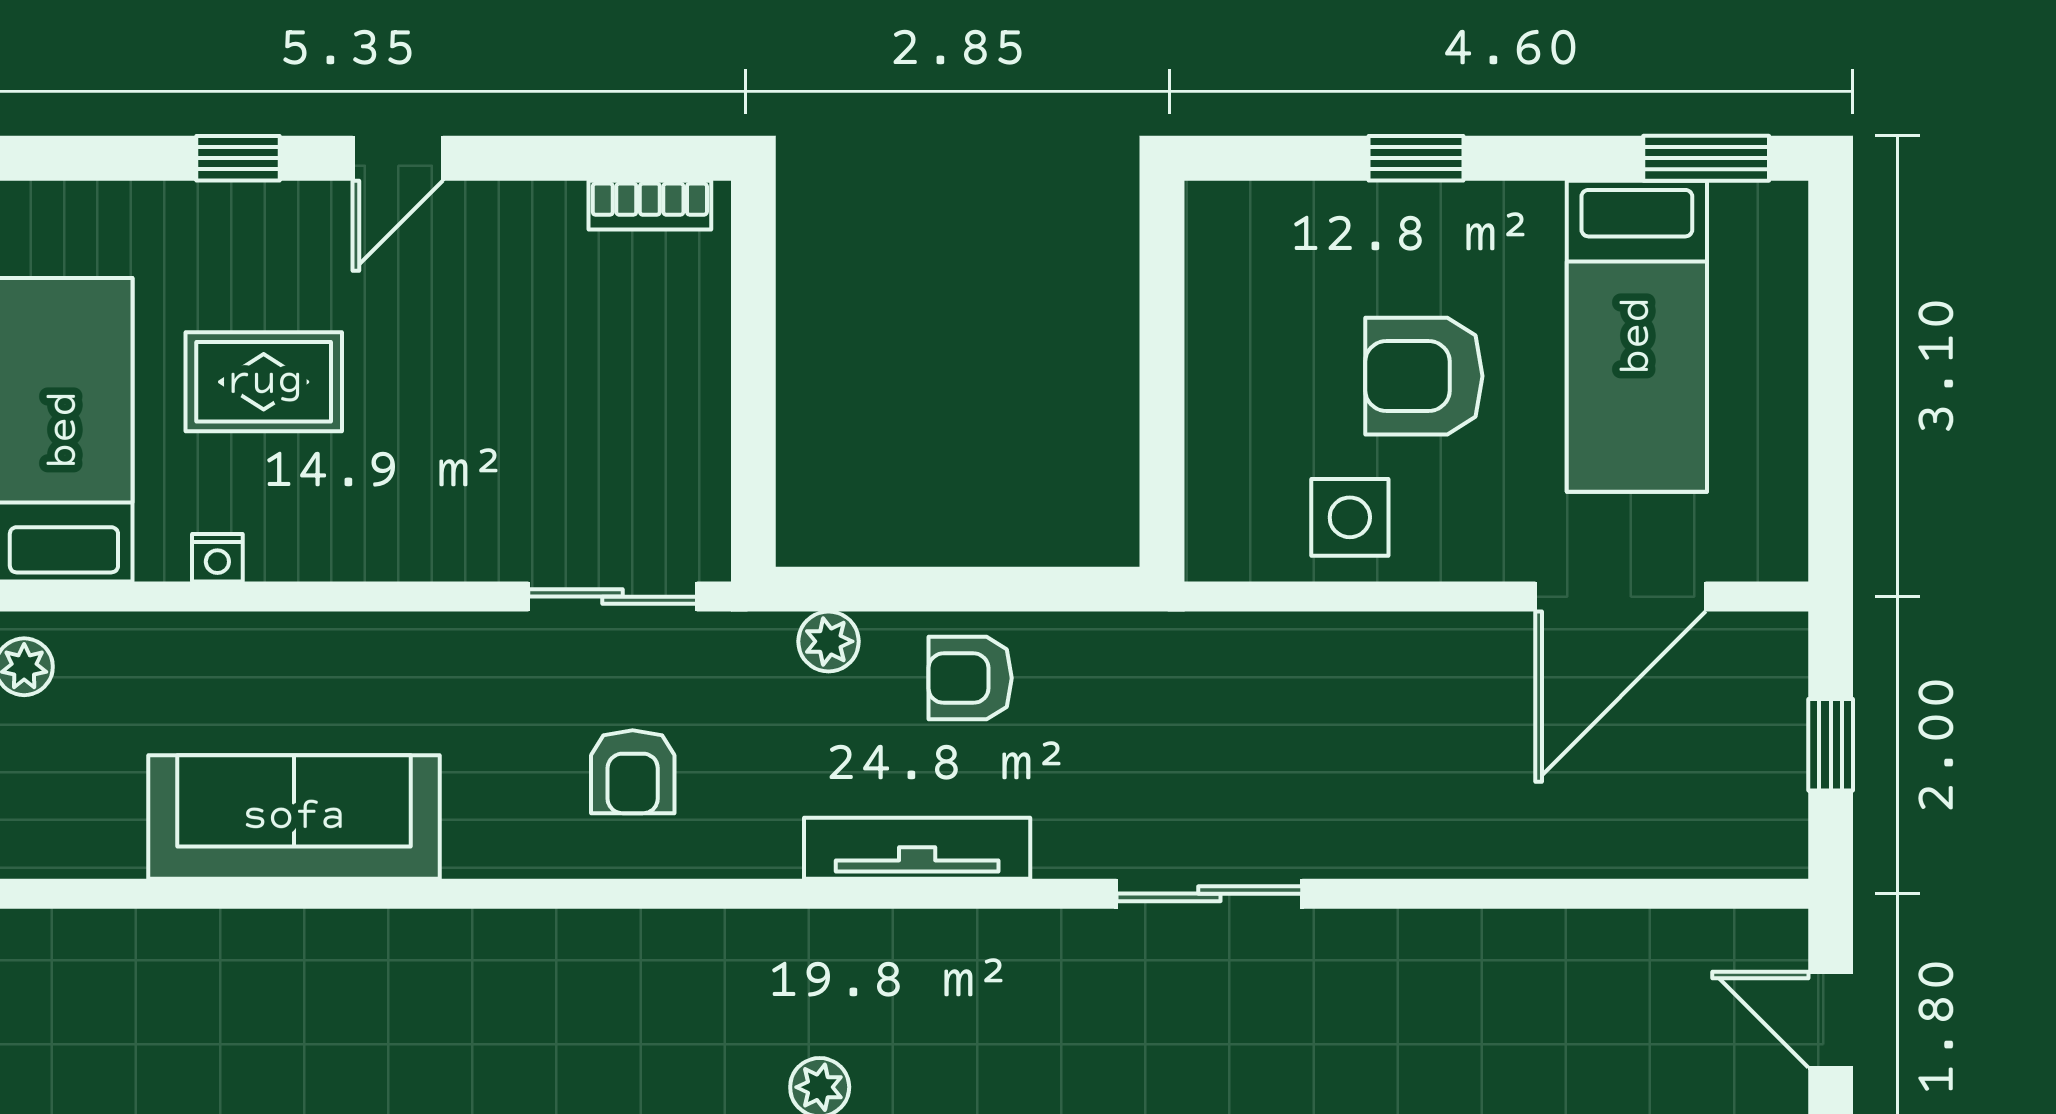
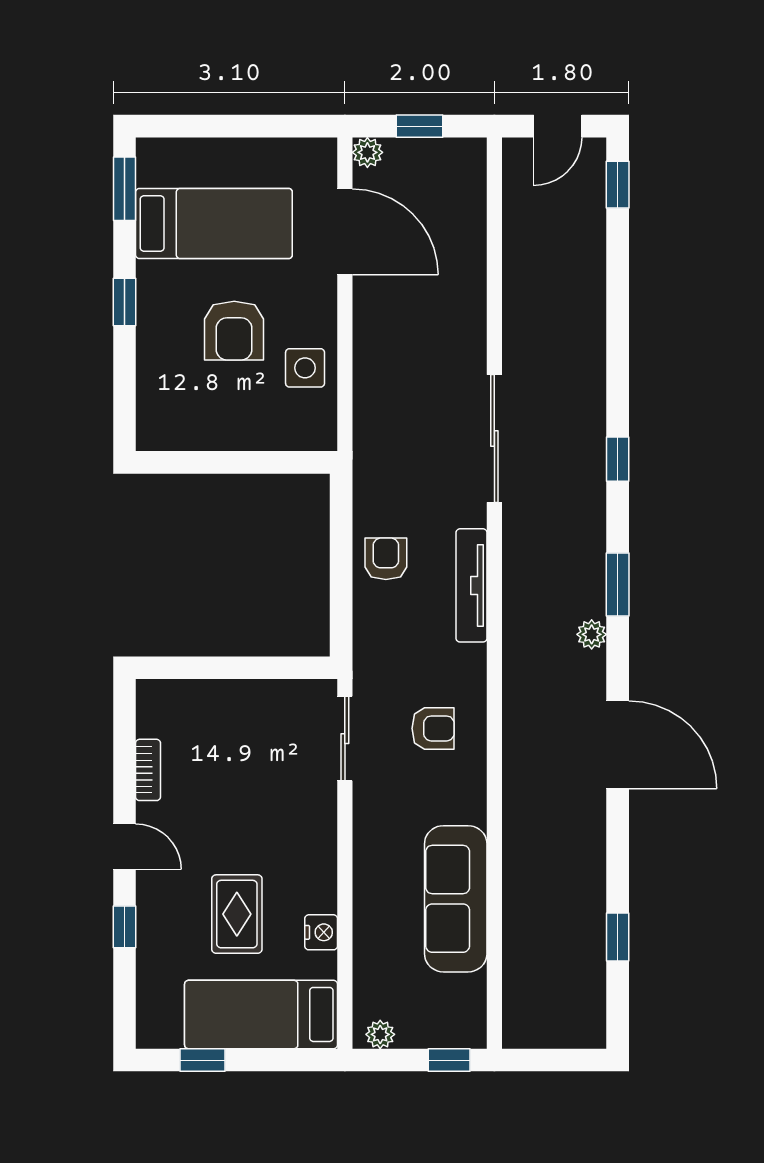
window: (1416, 158) -> (124, 302), moved
bookcase: (650, 205) -> (148, 770), moved
nightstand: (217, 558) -> (321, 932), width x1.39, depth x1.35
plant: (829, 641) -> (367, 152), moved
armchair: (970, 678) -> (386, 559), turned 180
sliding door: (1209, 894) -> (494, 438), width x1.37

